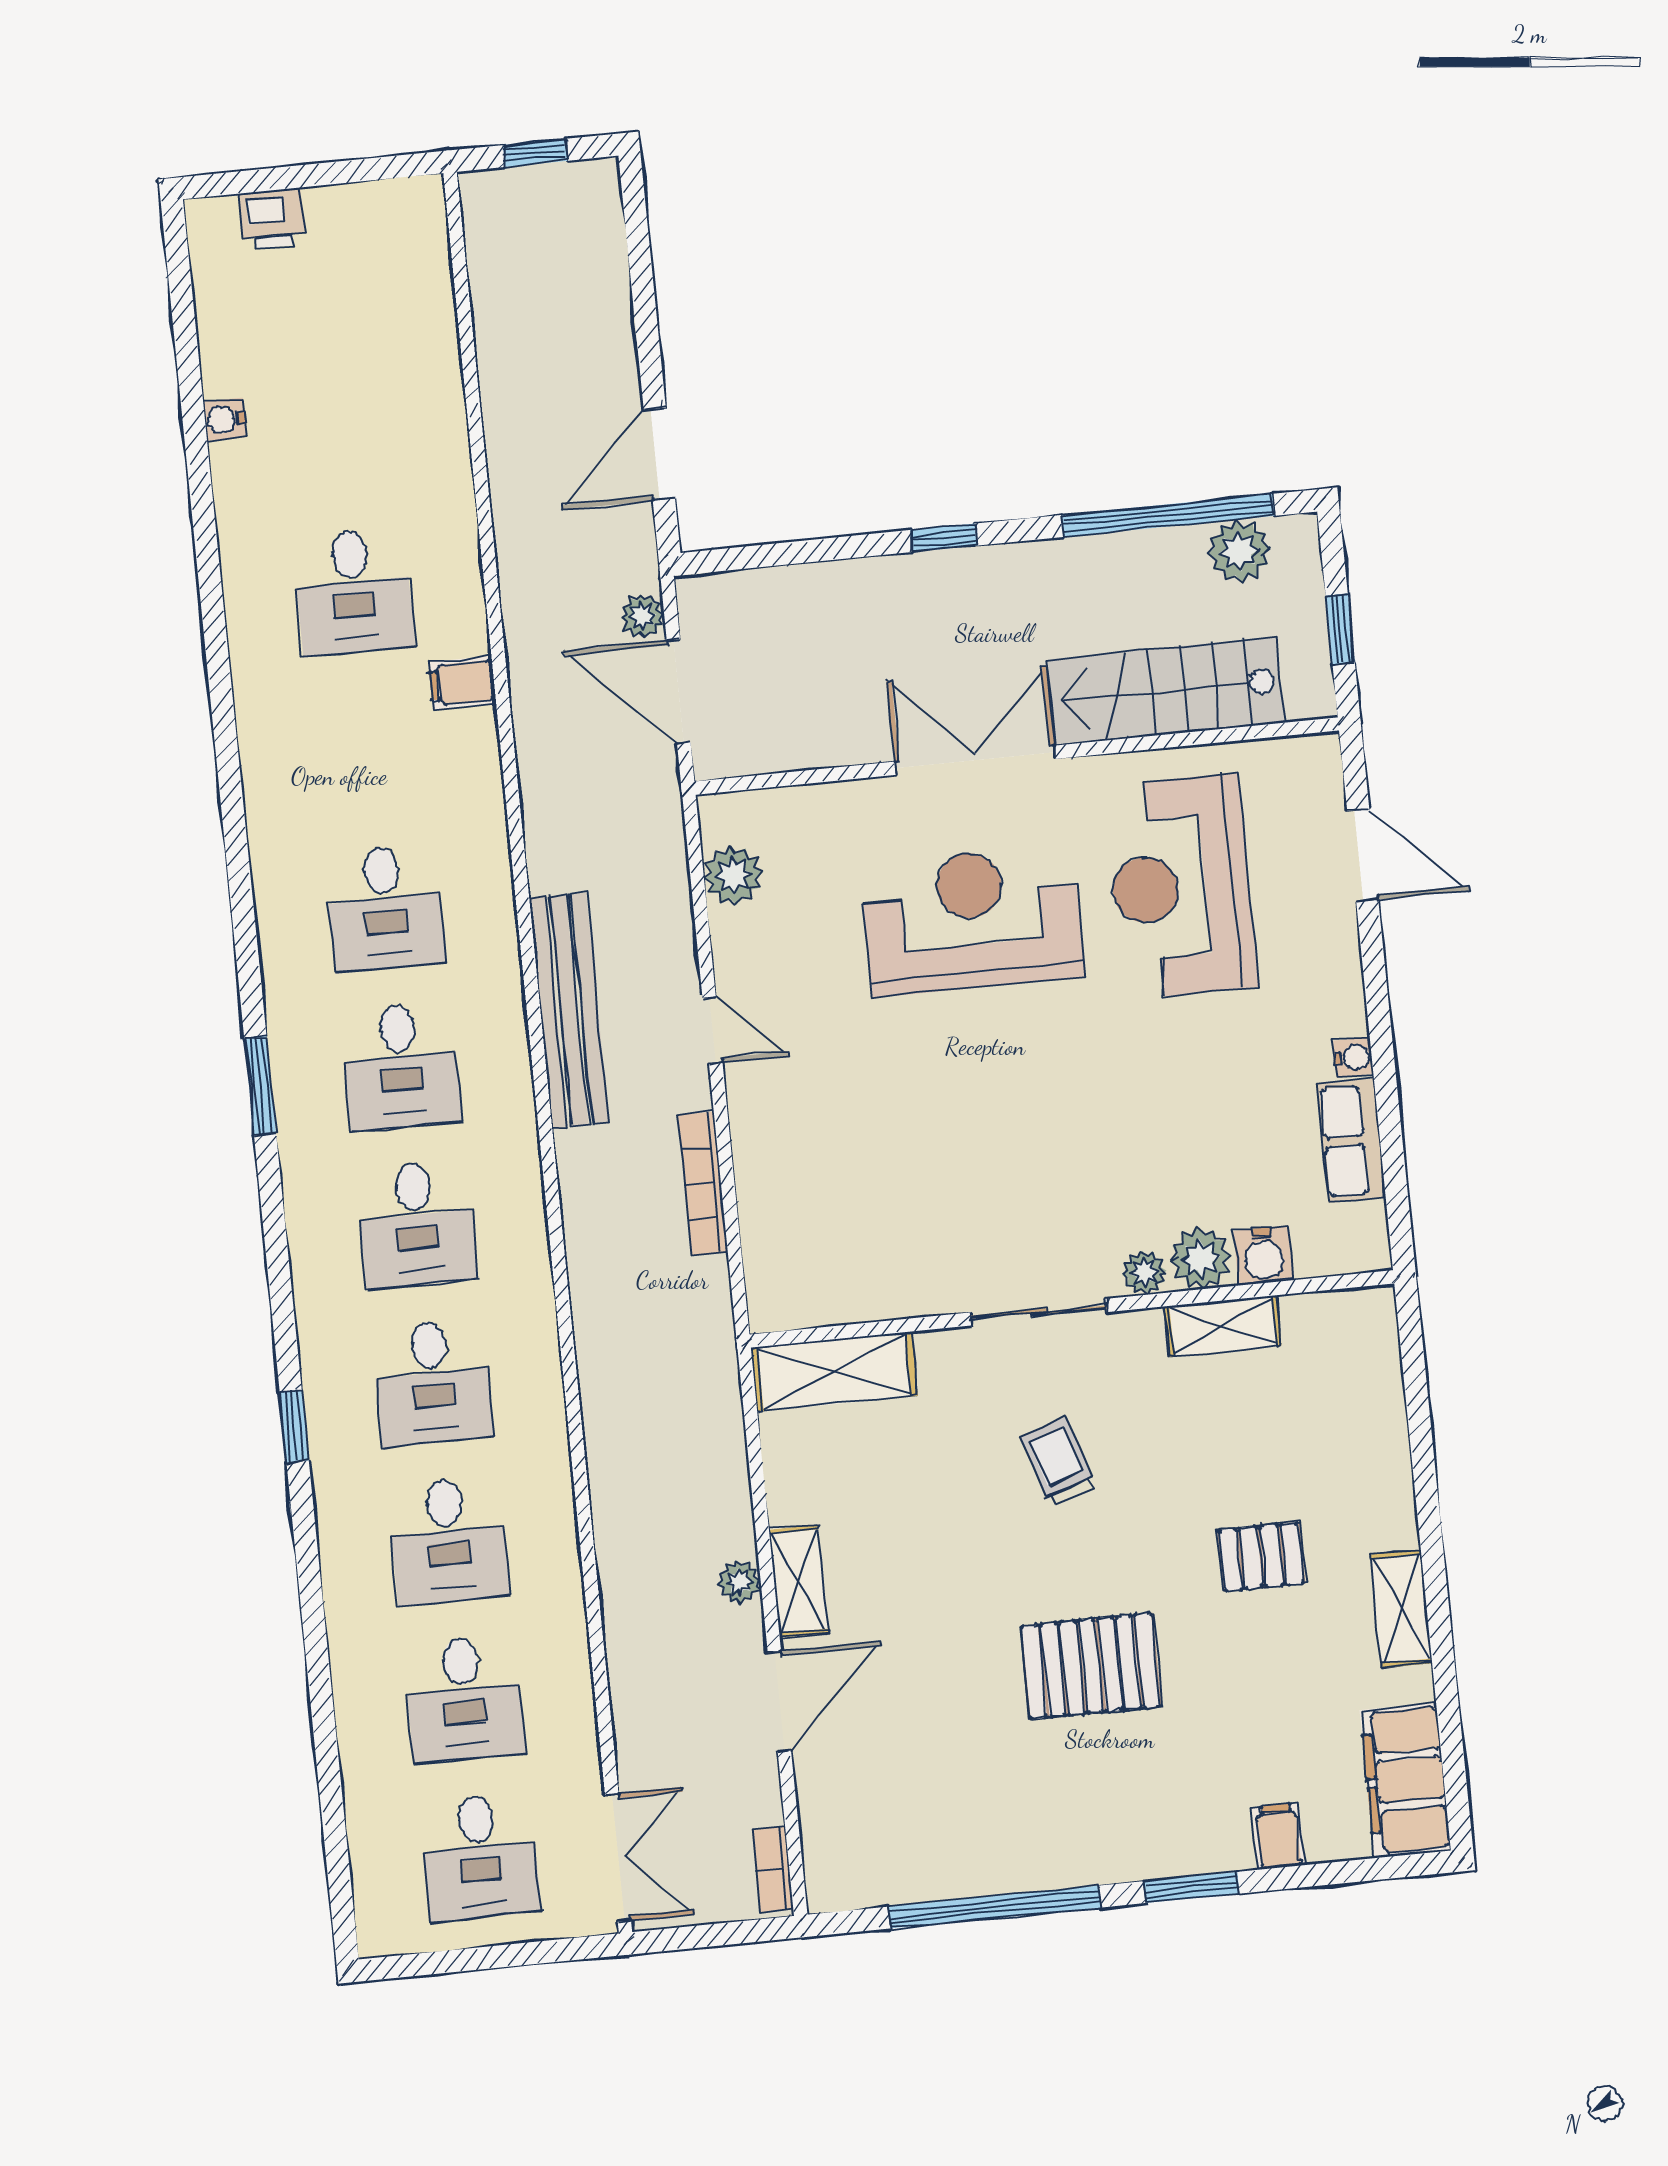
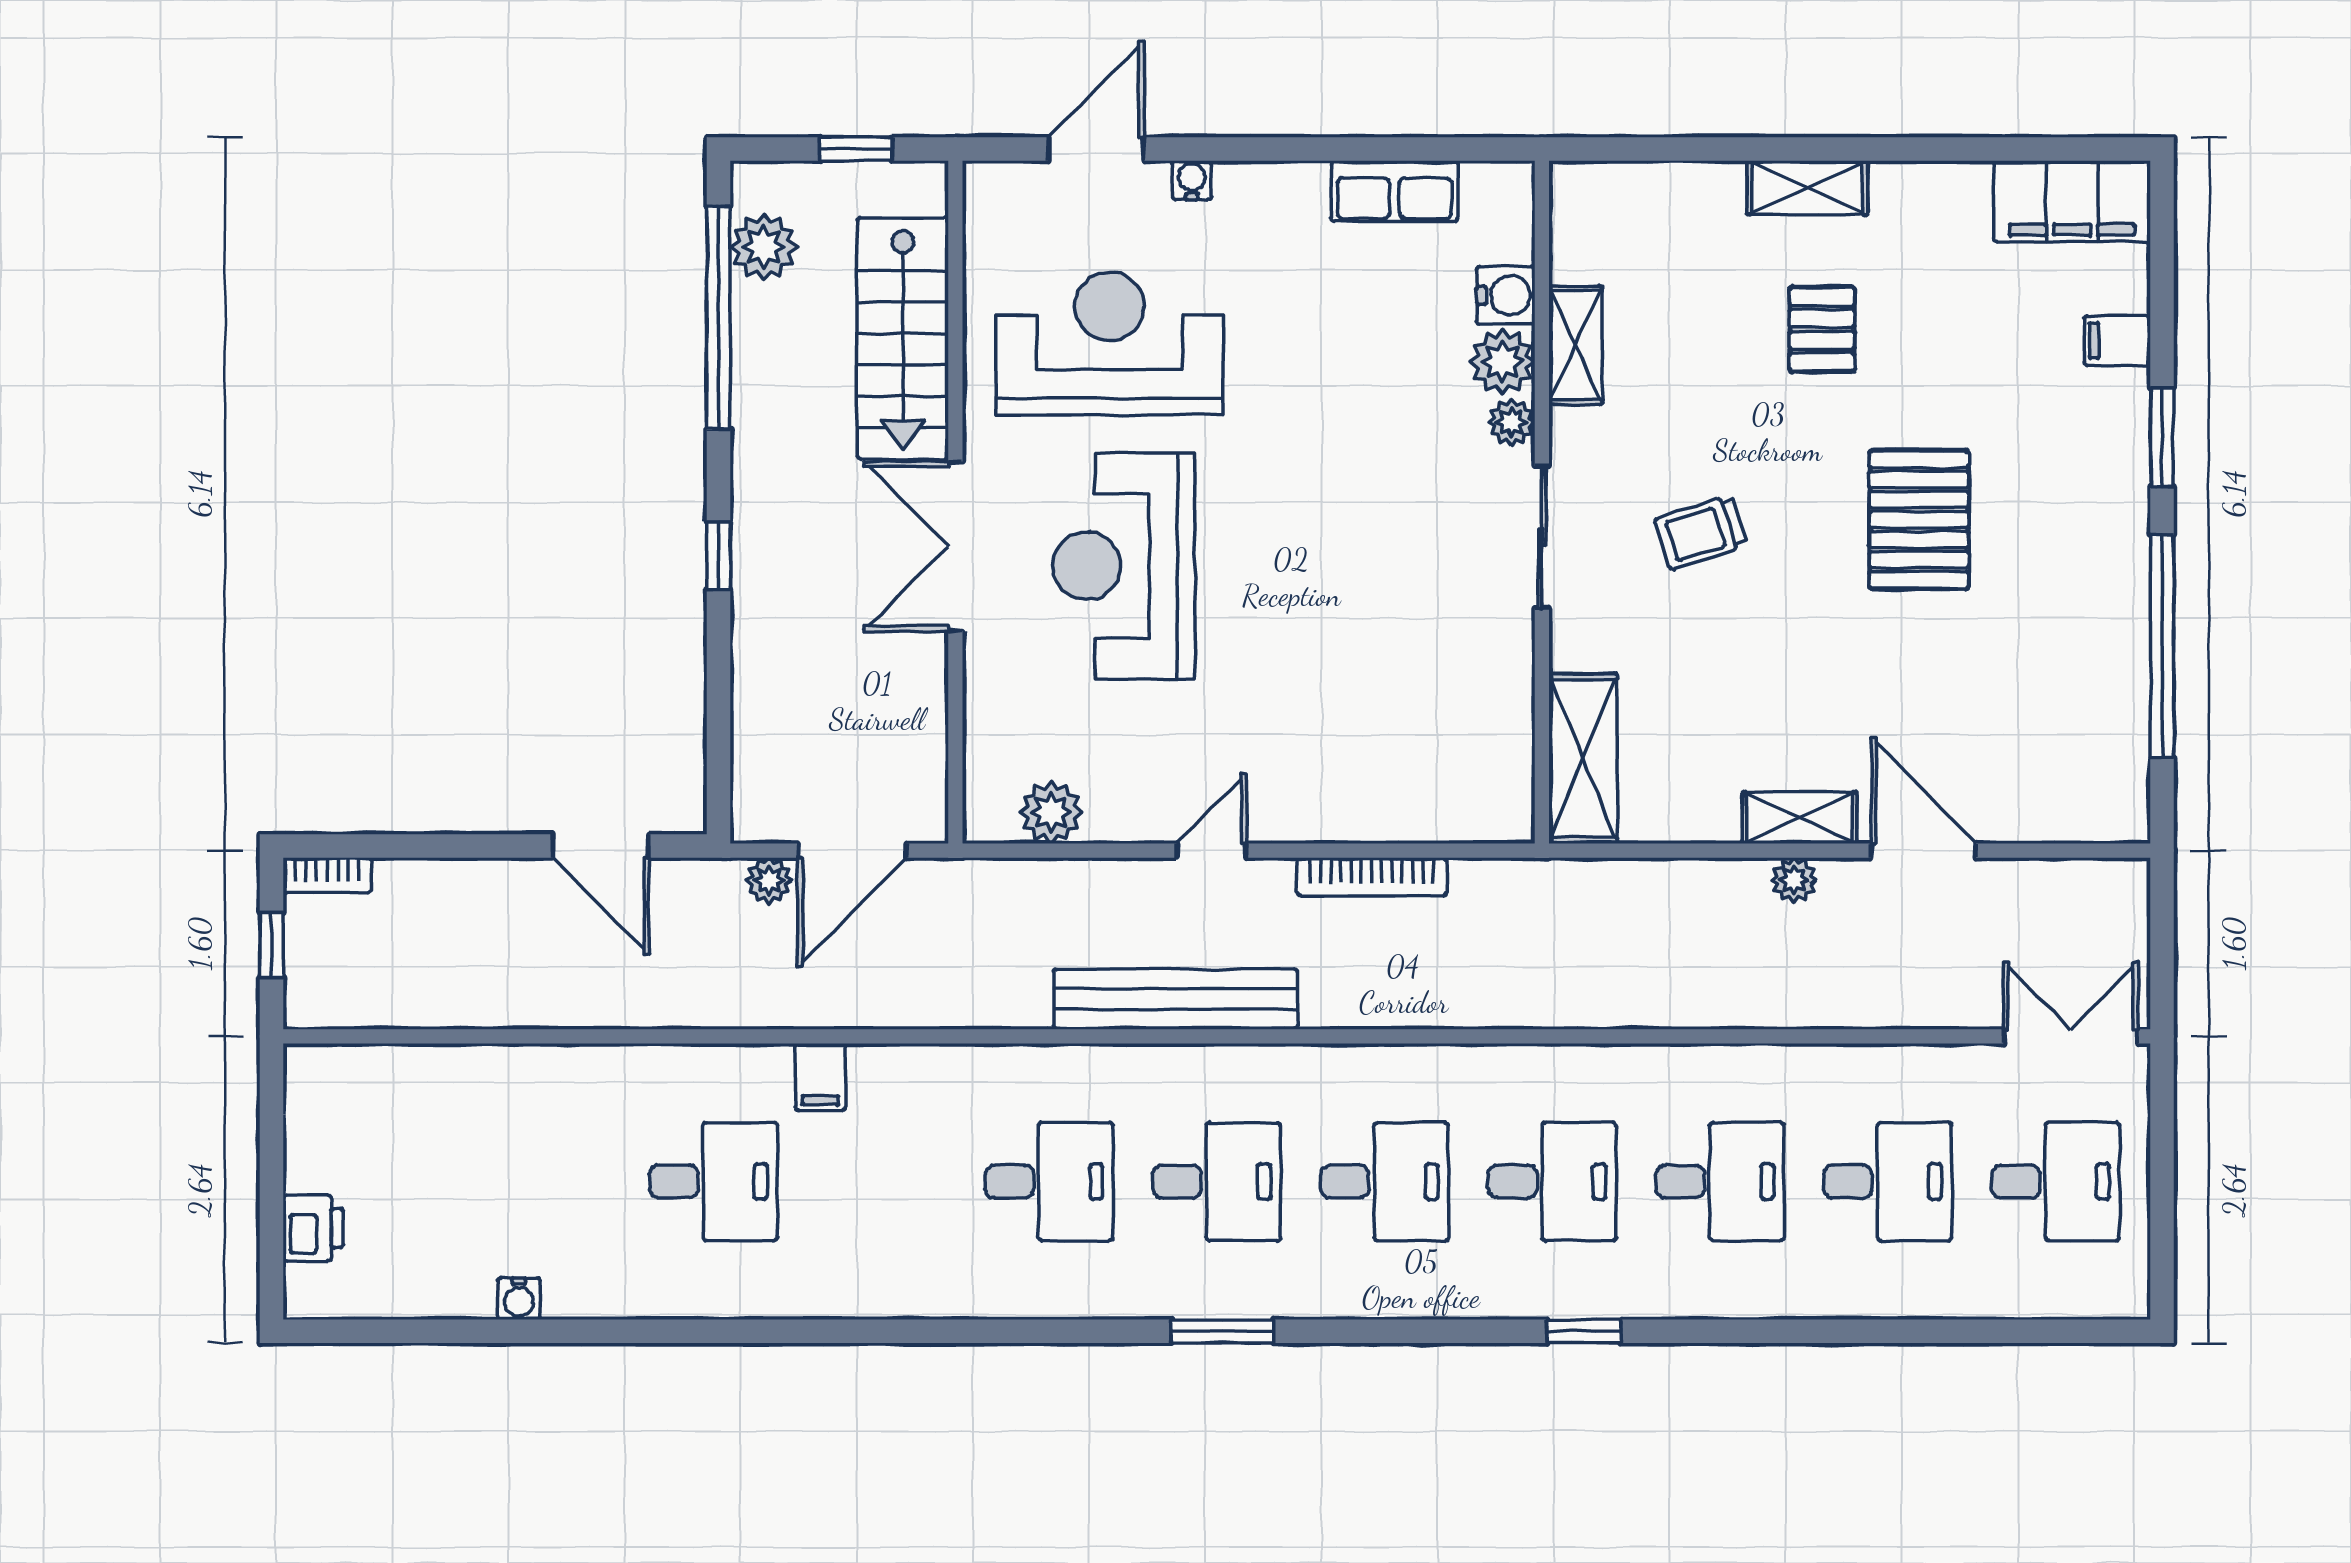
reception desk: (1181, 886) -> (1110, 344), turned 180
water cooler: (1353, 1057) -> (1192, 180), moved
shelving: (1401, 1609) -> (1807, 188), moved
bookcase: (773, 1870) -> (327, 875), moved

